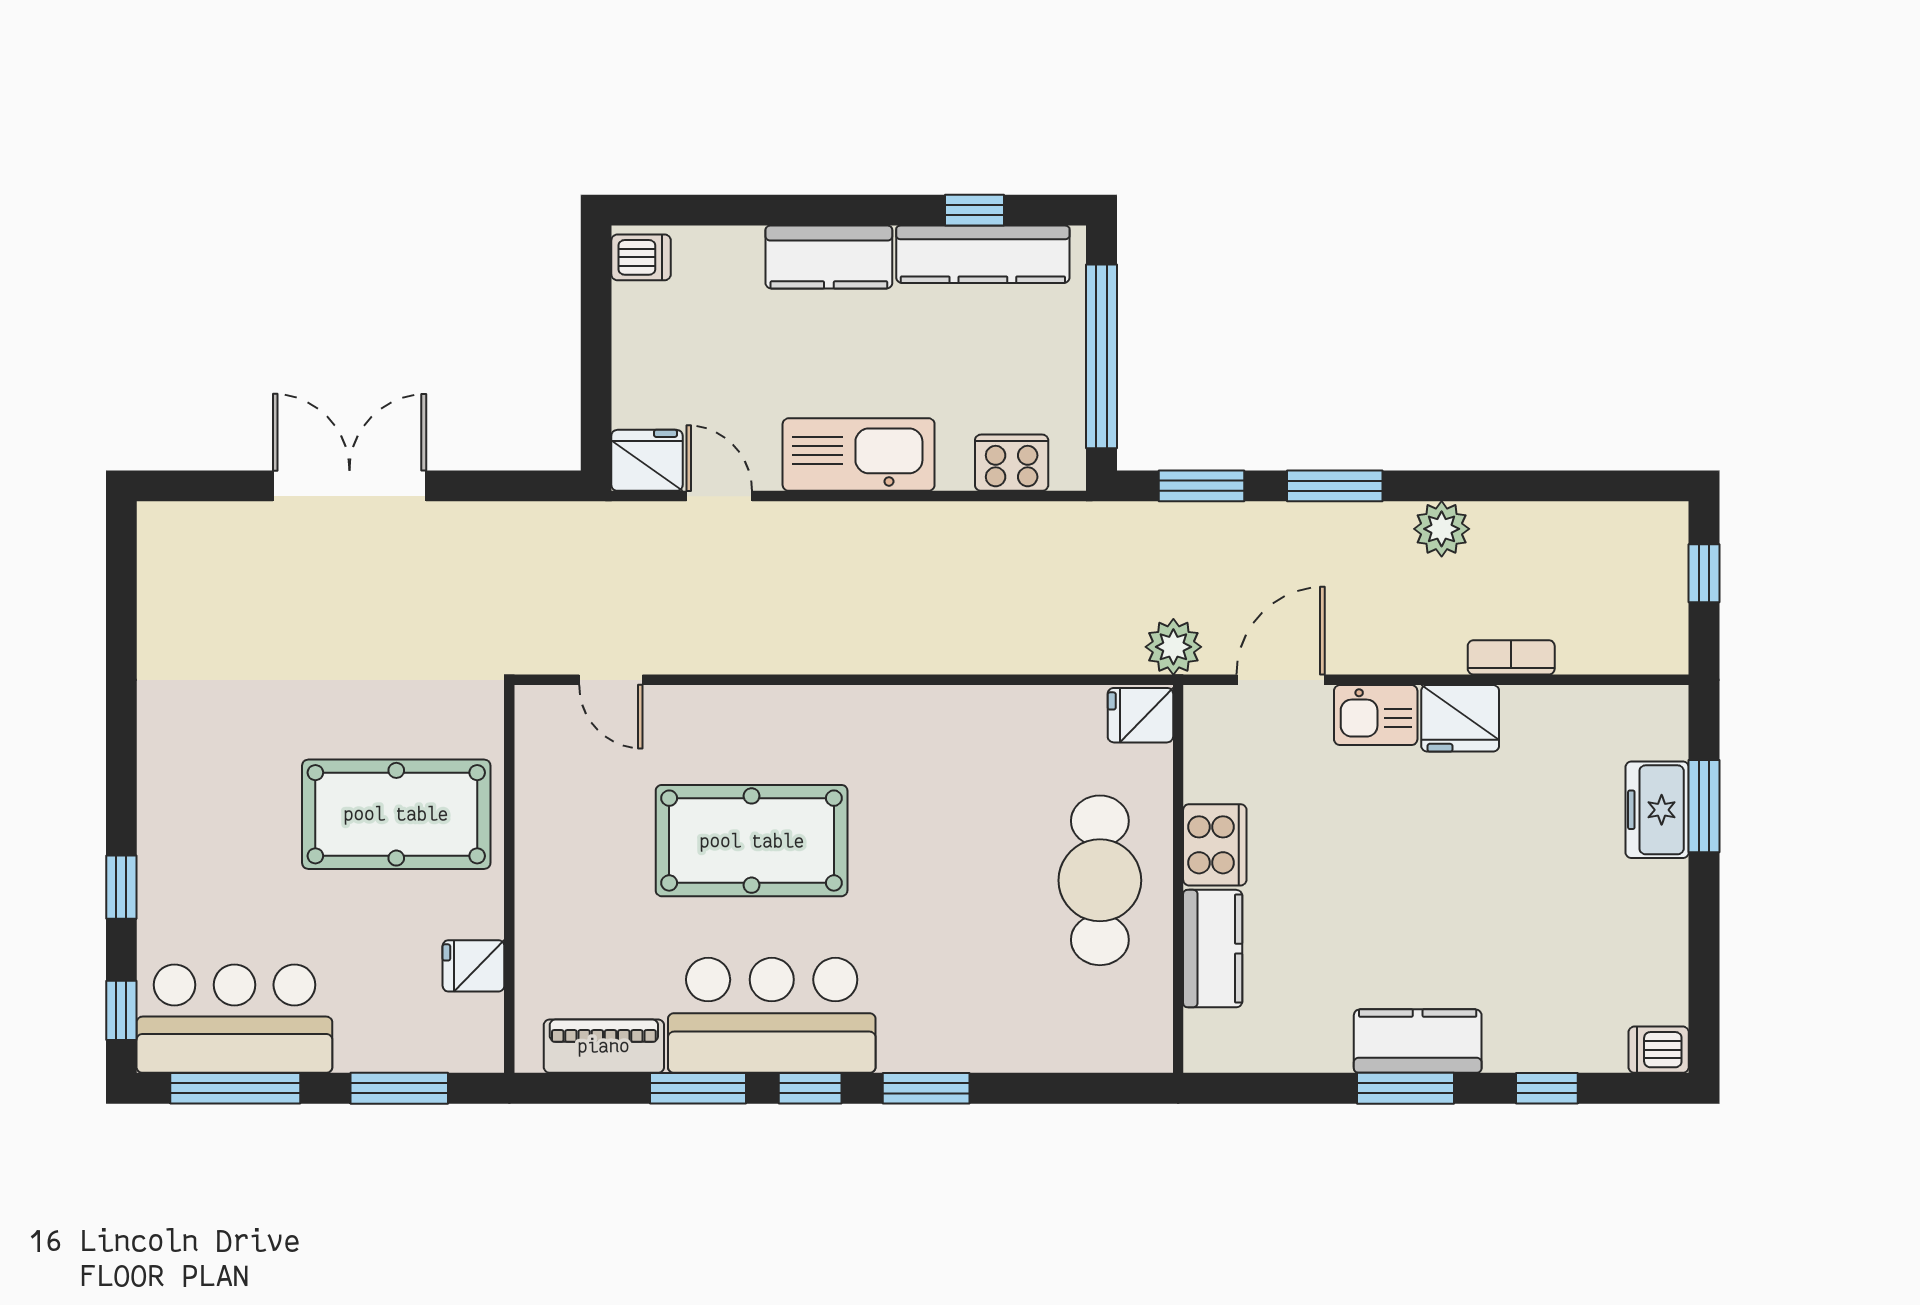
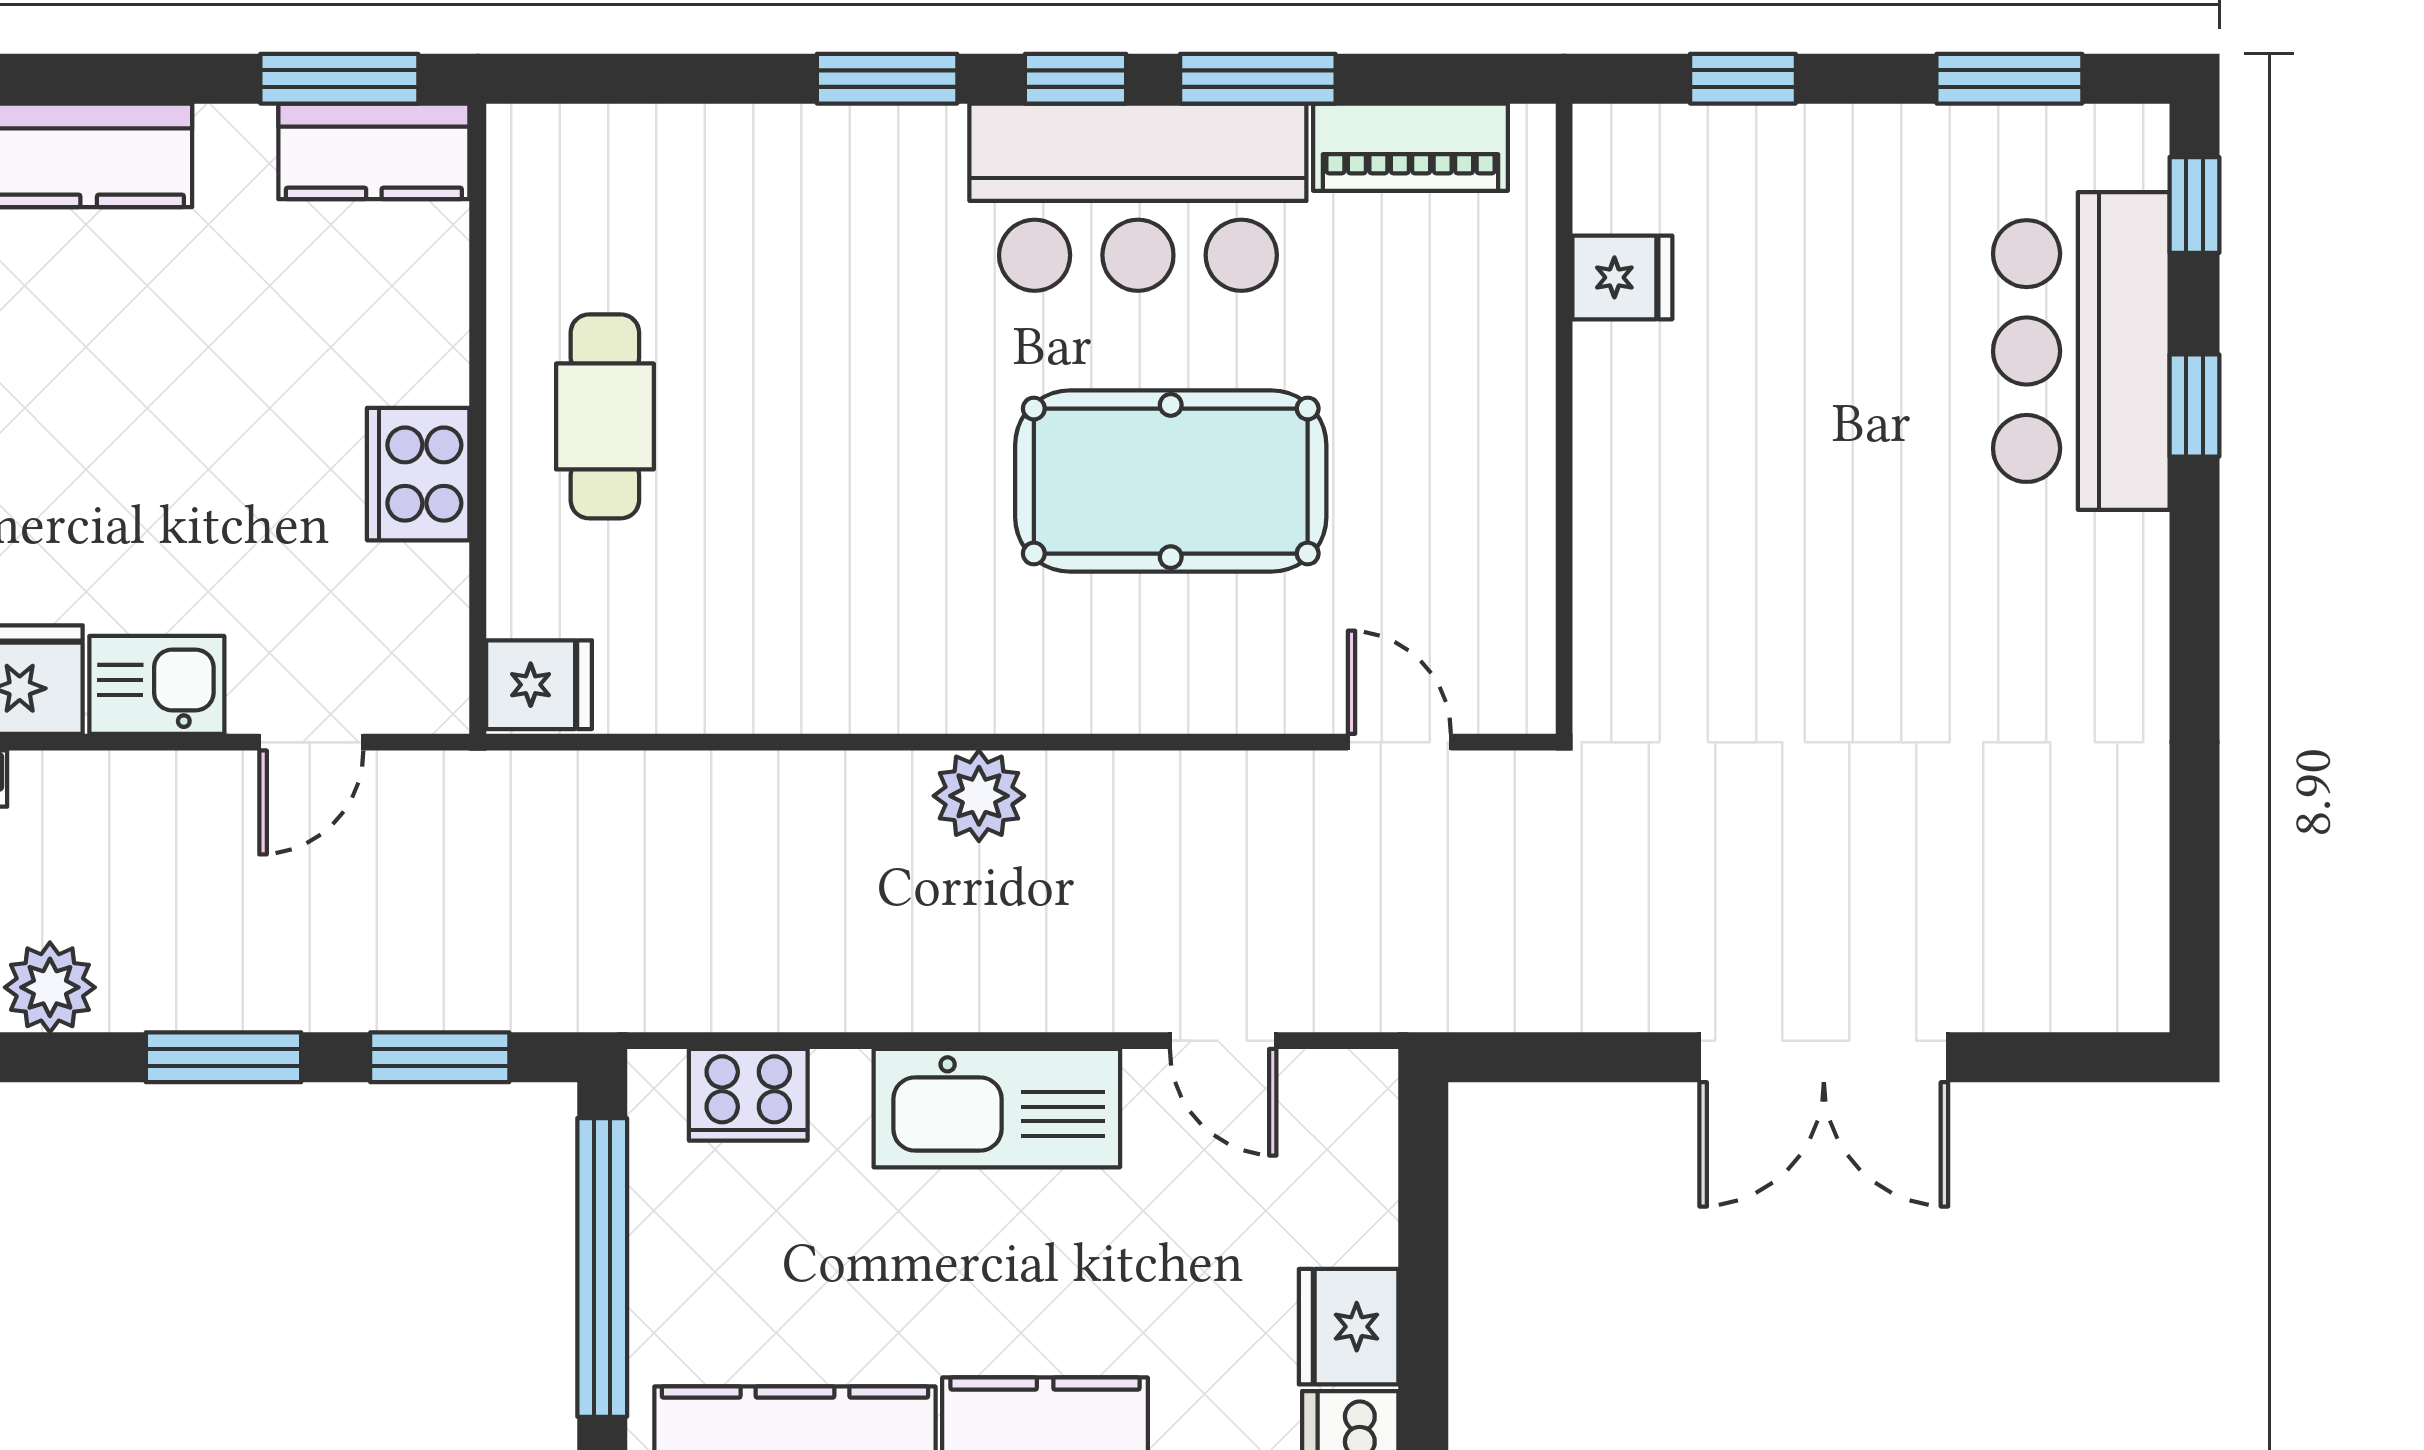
fridge: (647, 460) -> (1349, 1327), moved, turned 90
plant: (1173, 647) -> (979, 796), moved
door: (1281, 680) -> (311, 742), width x0.73
pool table: (396, 814) -> (1748, 524), removed
cafe table: (1100, 880) -> (605, 416), width x0.73, depth x0.74
kitchen counter: (1213, 949) -> (374, 151), moved, turned -90
bar counter: (234, 1019) -> (2081, 351), moved, turned 90
window: (235, 1088) -> (2009, 79), width x0.69
window: (399, 1088) -> (1743, 79), width x0.67
window: (1405, 1088) -> (339, 79), moved

